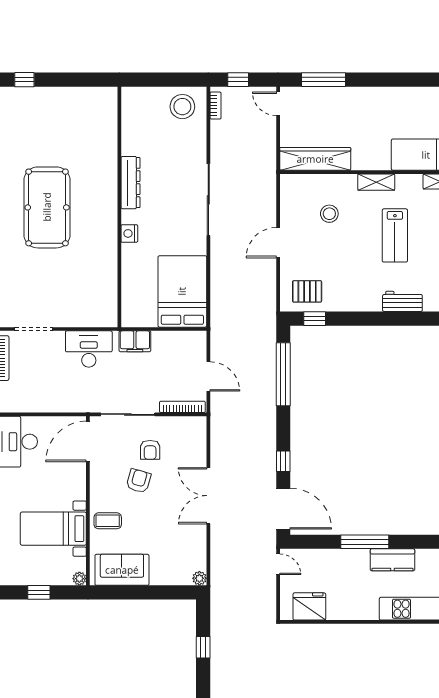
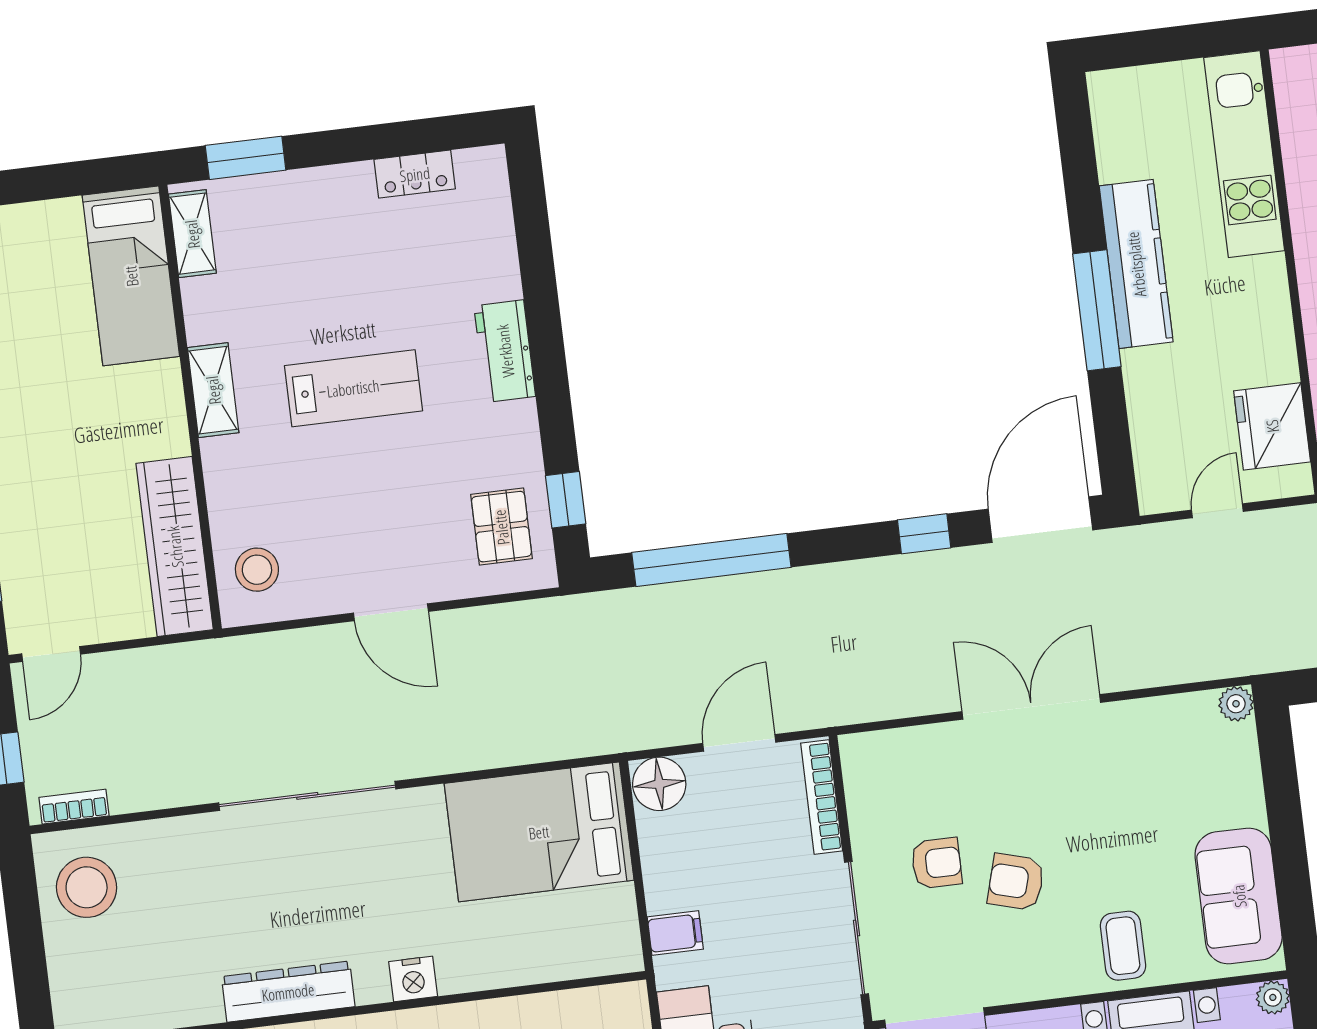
stool: (329, 214) -> (257, 570), moved
lab bench: (395, 235) -> (353, 388), moved
workbench: (402, 301) -> (505, 351), moved
filing cabinet: (135, 341) -> (675, 933), width x0.50
floor lamp: (196, 342) -> (659, 784), added
double door: (208, 496) -> (1031, 707), swing flipped
kitchen counter: (392, 560) -> (1136, 264), width x1.50
door: (278, 564) -> (1217, 511), moved

